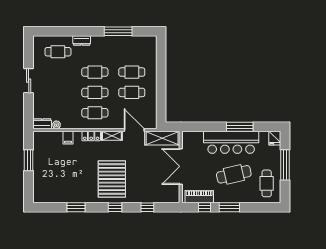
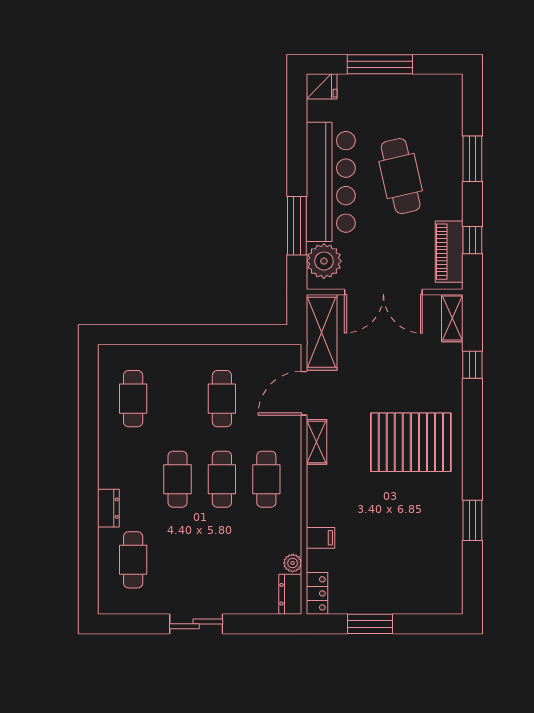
window: (118, 31) -> (88, 429), removed
cafe table: (132, 72) -> (133, 399), moved
window: (240, 127) -> (297, 226), moved
locker: (91, 136) -> (317, 593), moved
plant: (195, 139) -> (324, 261), added
cafe table: (267, 183) -> (421, 104), removed
shelving: (169, 198) -> (452, 318), added
window: (115, 207) -> (472, 435), removed
window: (229, 207) -> (472, 159), moved

